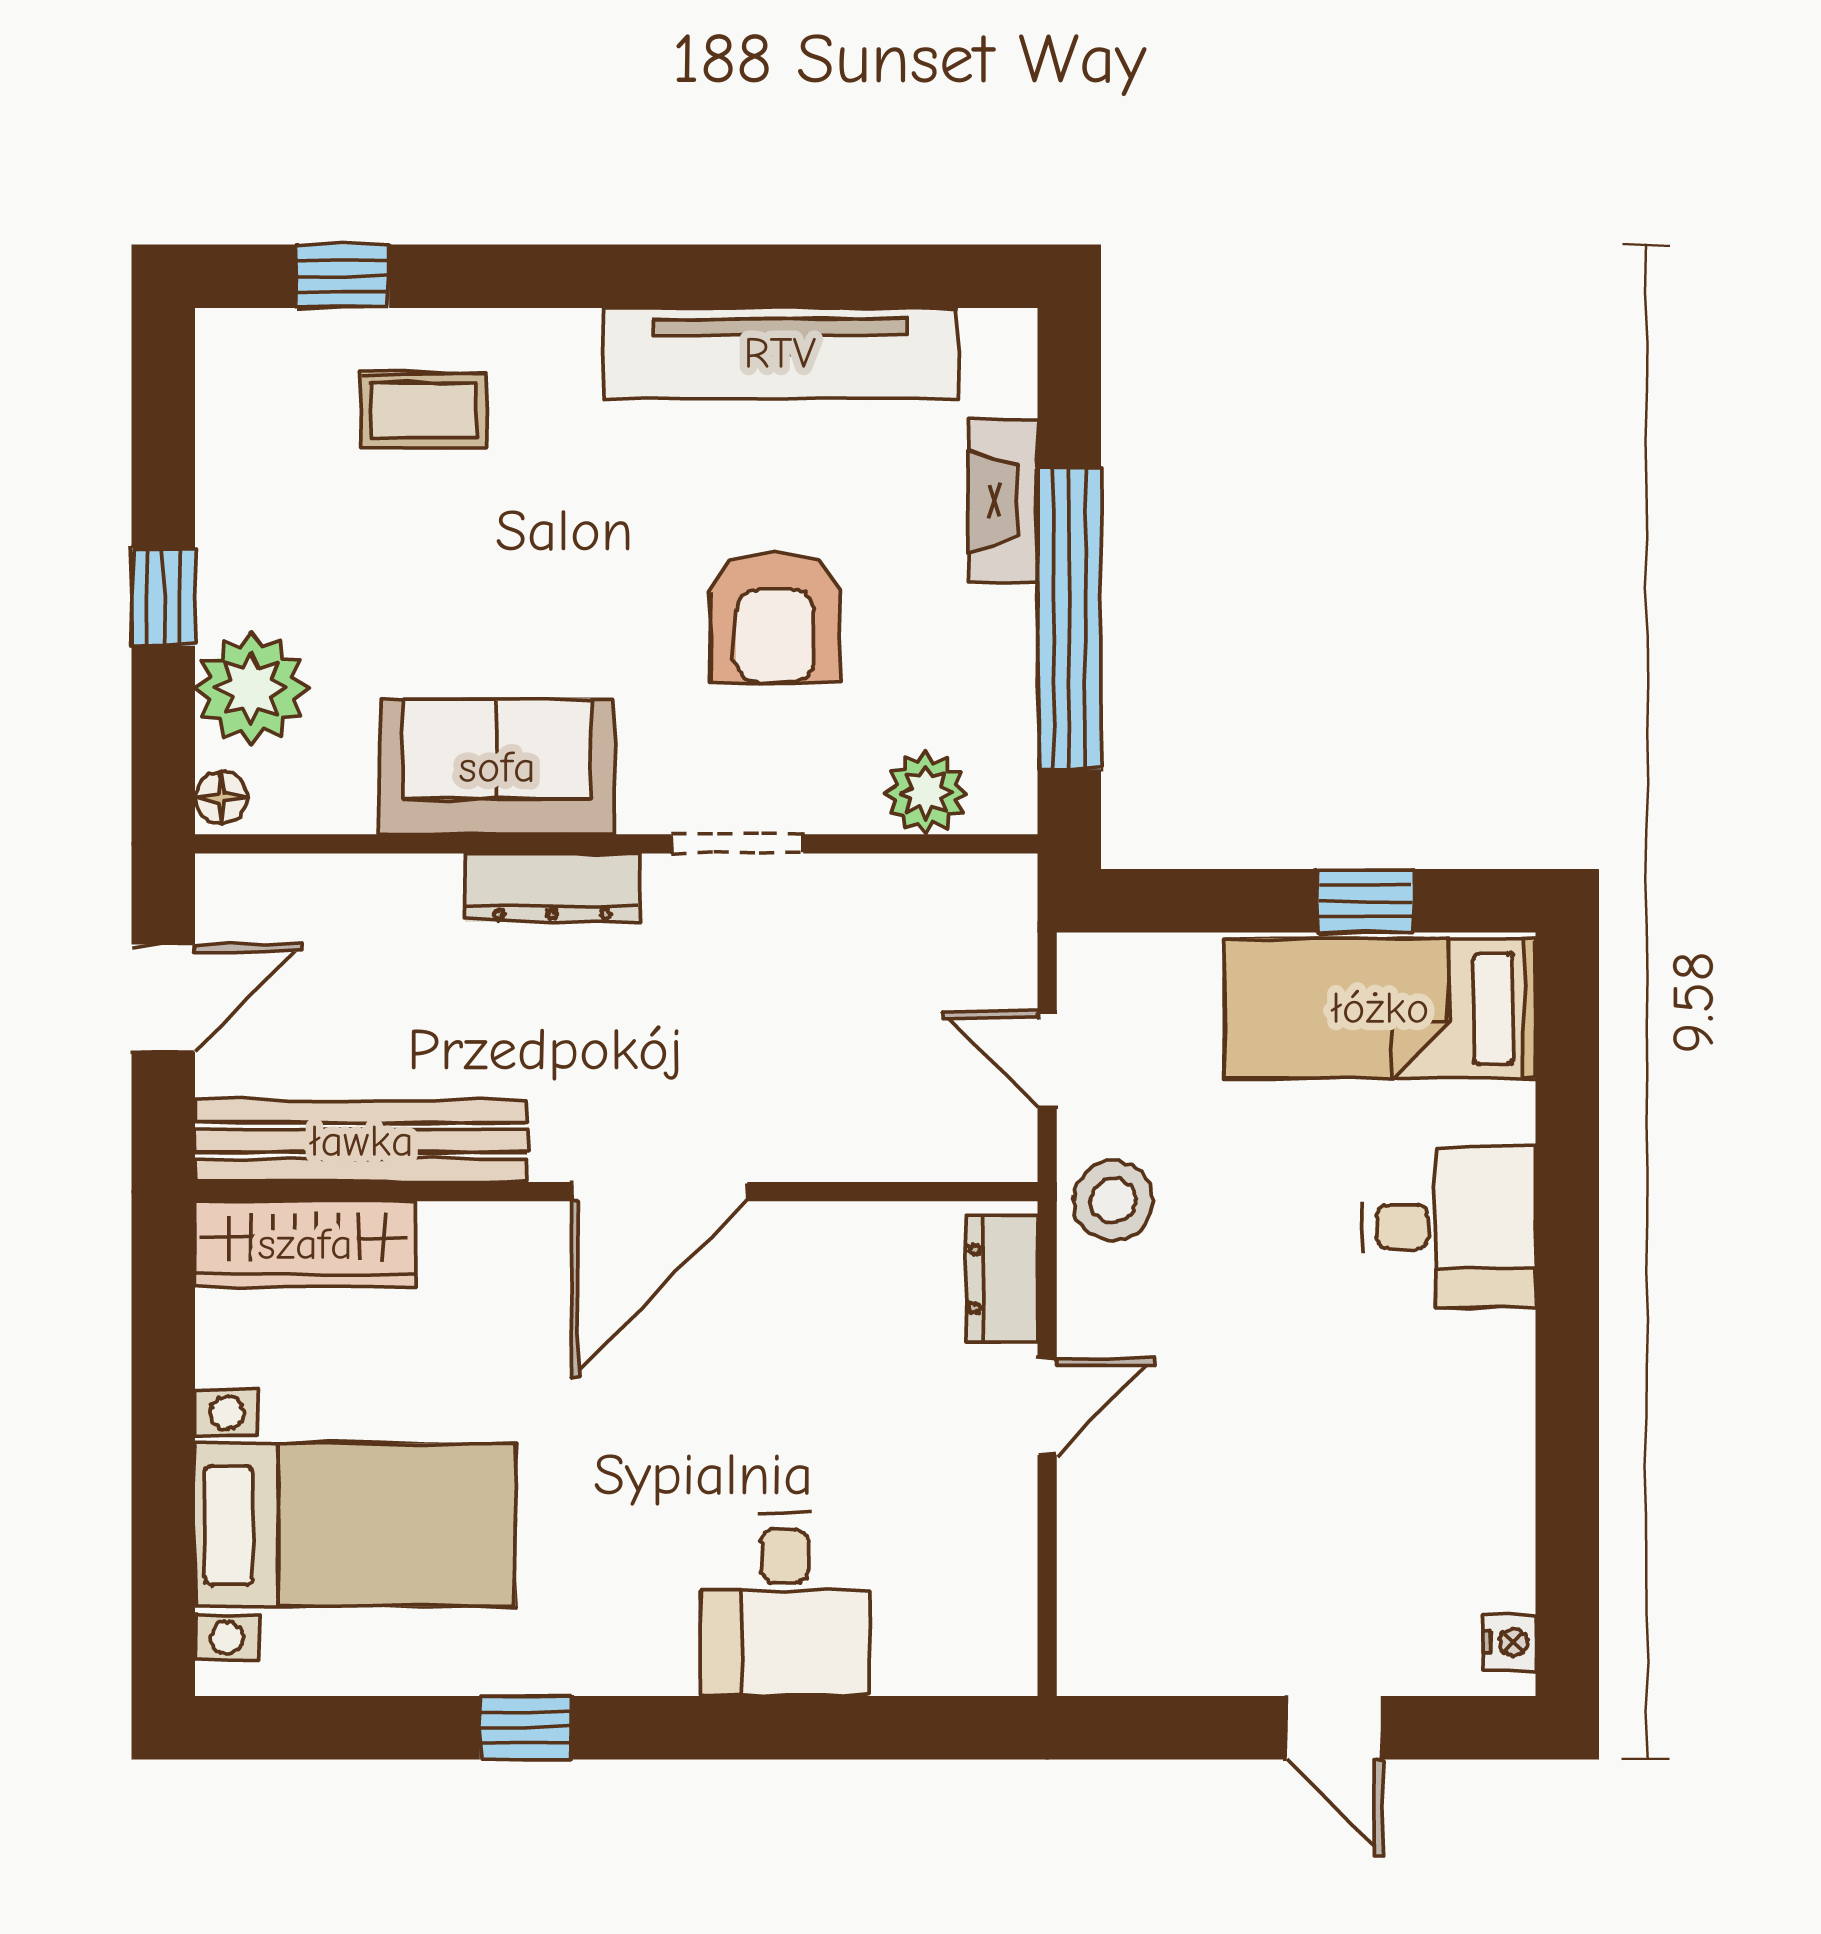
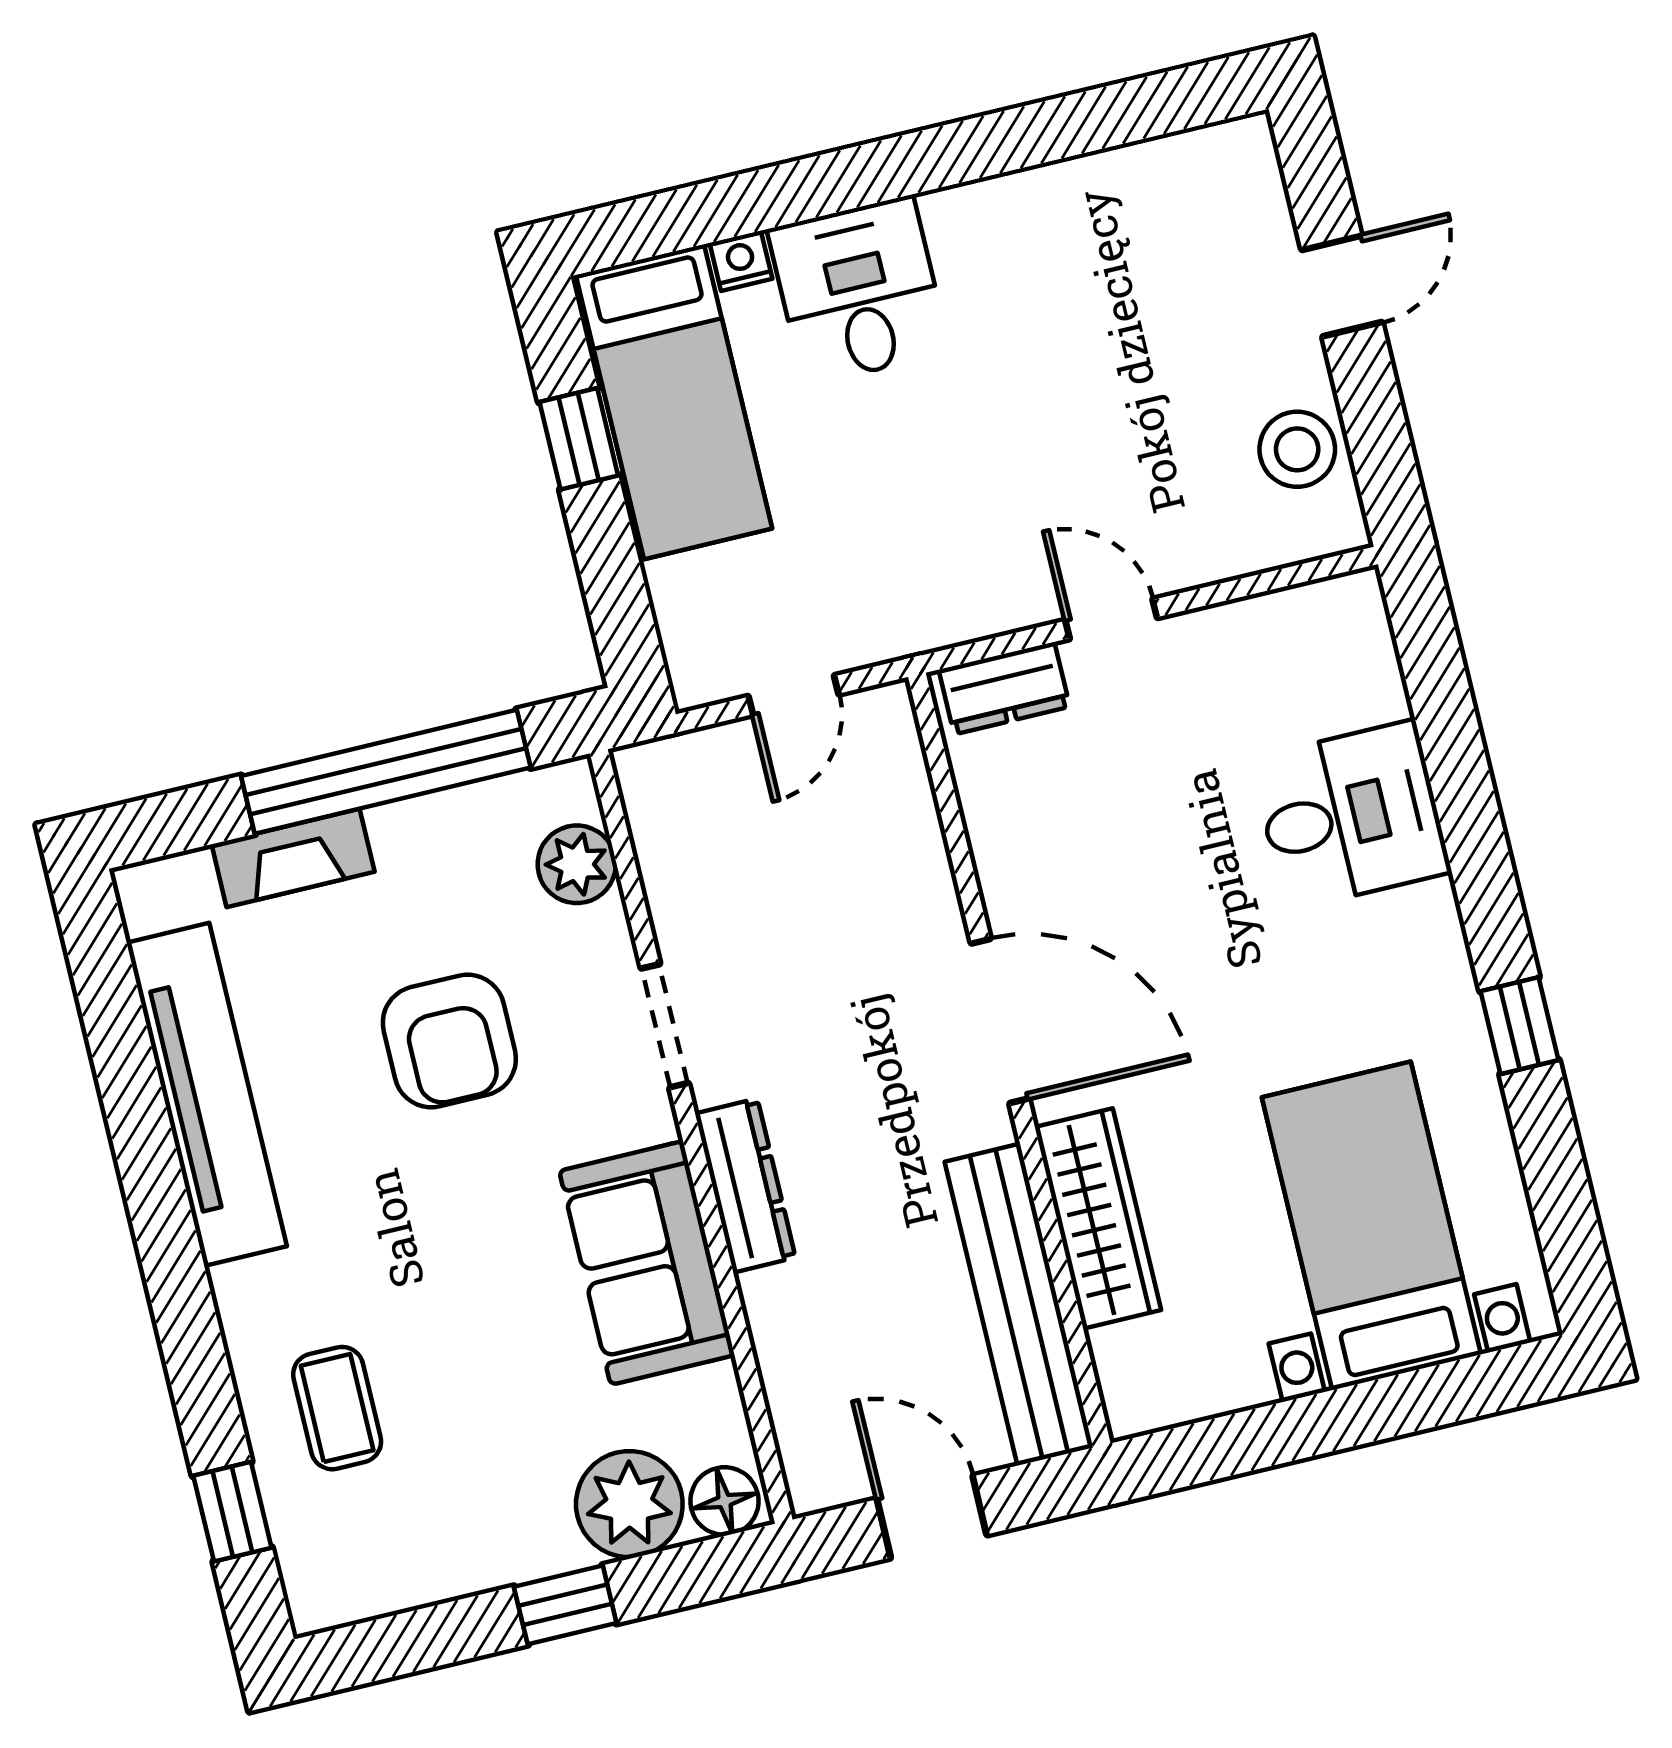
armchair: (775, 617) -> (449, 1041), turned 90
floor lamp: (221, 797) -> (724, 1501), width x1.37, depth x1.37
stool: (1113, 1201) -> (1297, 449), moved
wardrobe: (305, 1244) -> (1098, 1218), moved
nightstand: (1509, 1643) -> (741, 261), moved

